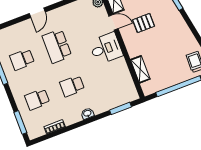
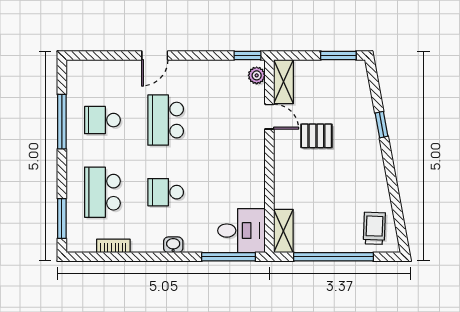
desk: (106, 48) -> (241, 231), moved
shelving: (140, 69) -> (283, 231), moved
school desk: (37, 99) -> (102, 192), width x1.85
window: (121, 108) -> (229, 257), width x1.44

